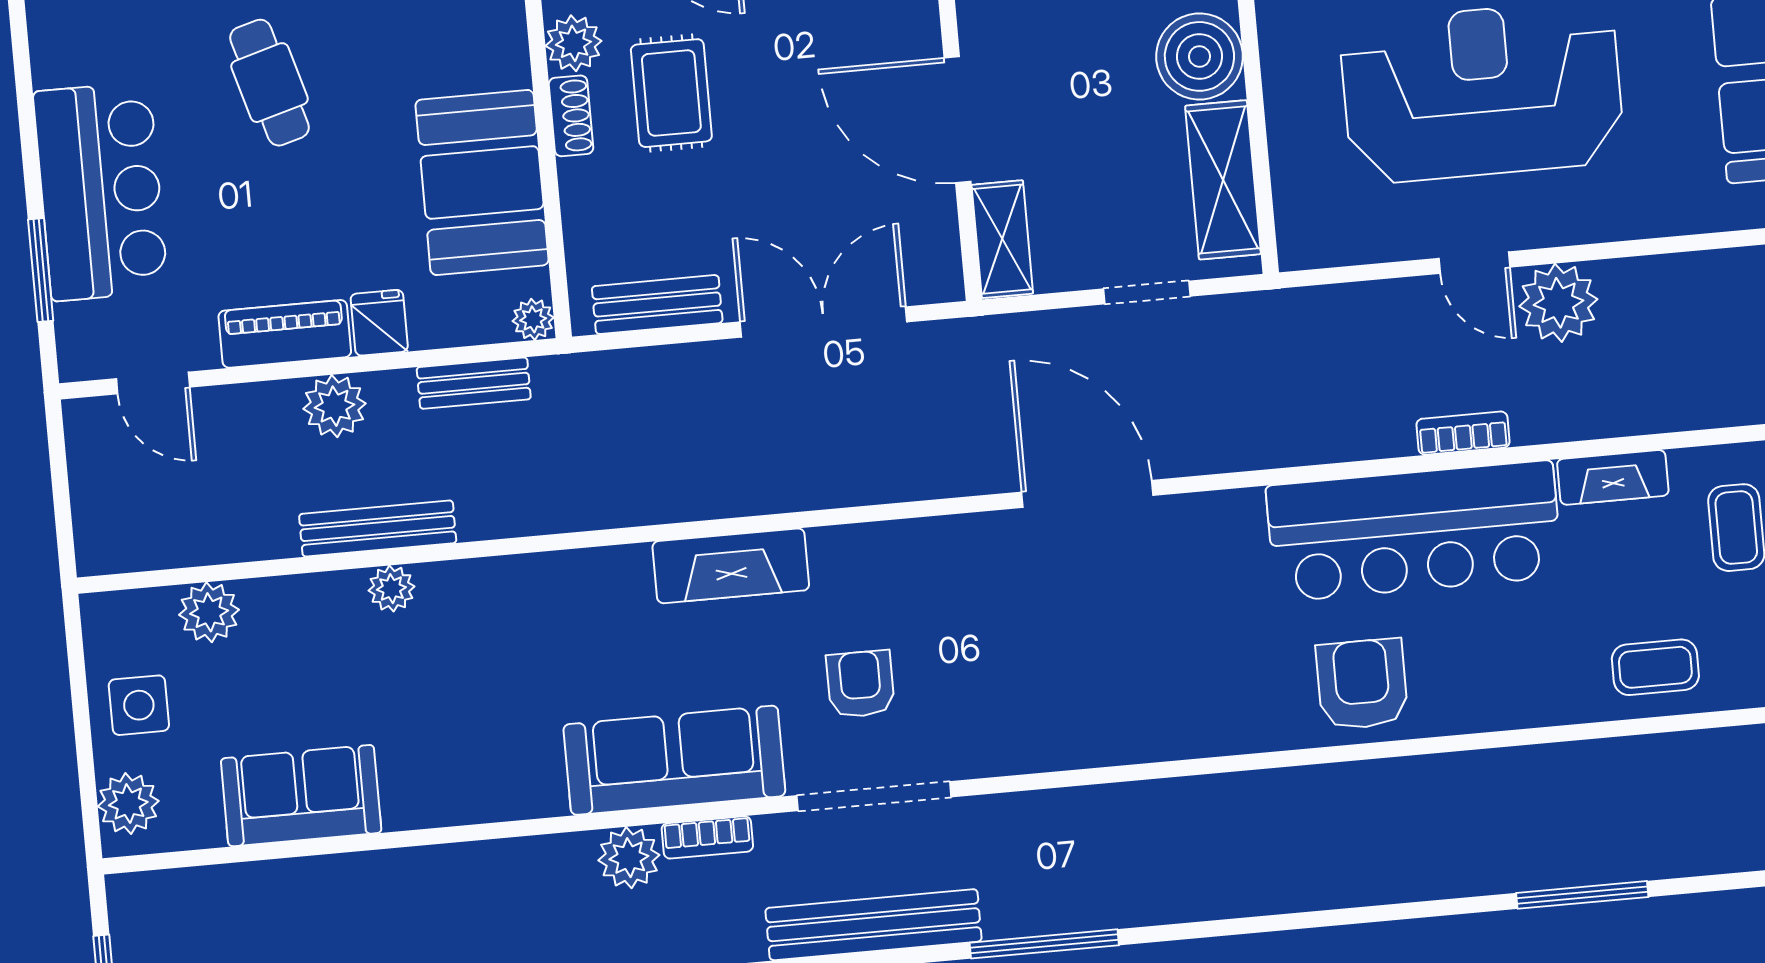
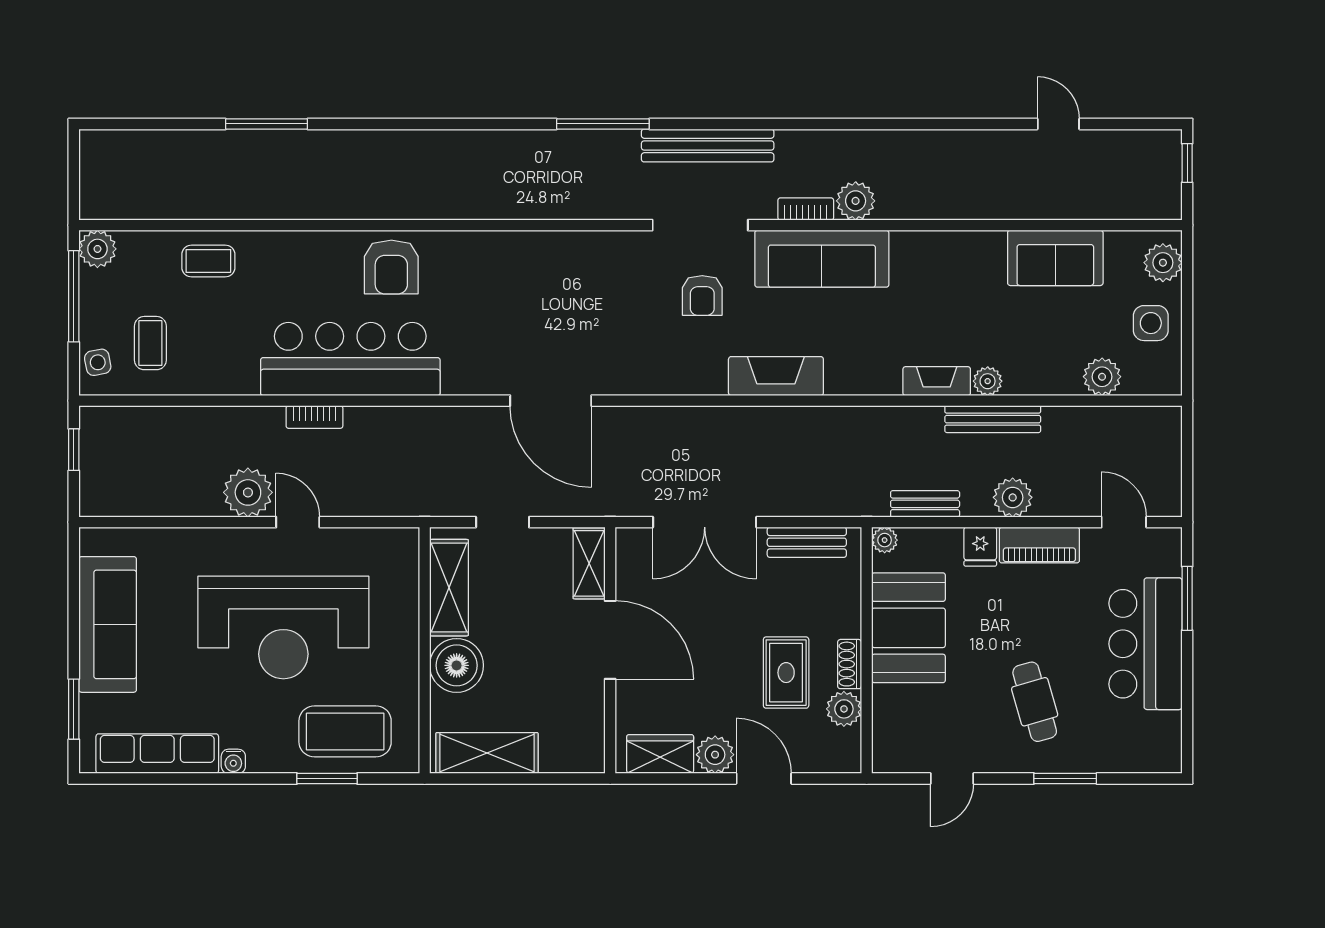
fireplace: (1613, 477) -> (937, 381), moved

